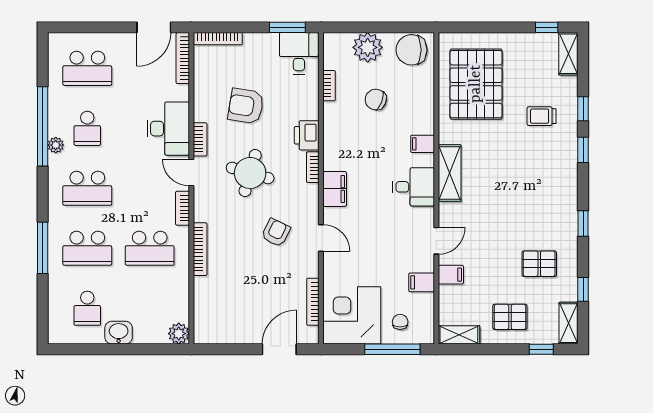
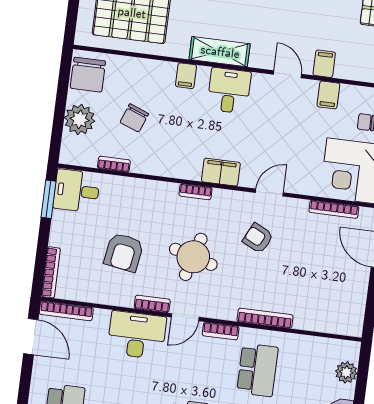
printer: (307, 135) -> (162, 194), removed
plant: (179, 334) -> (346, 372), moved

